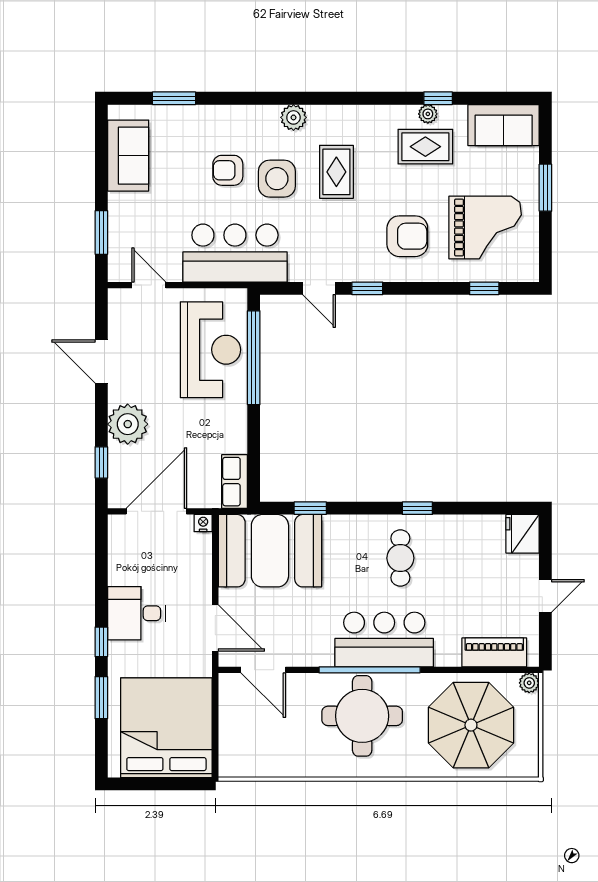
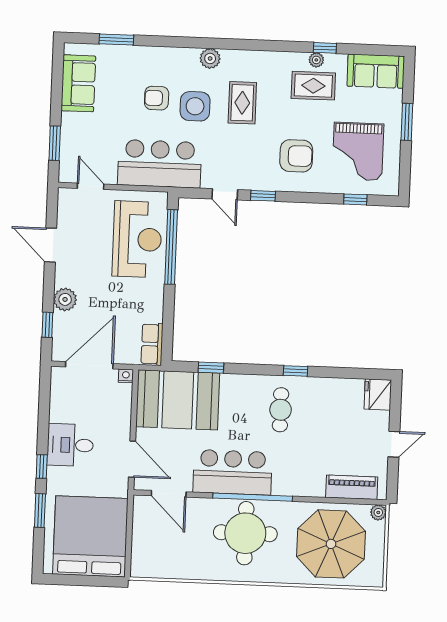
grand piano: (485, 227) -> (358, 151), turned 90
plant: (128, 424) -> (65, 299), width x0.73, depth x0.73
bar counter: (384, 640) -> (233, 472), moved

